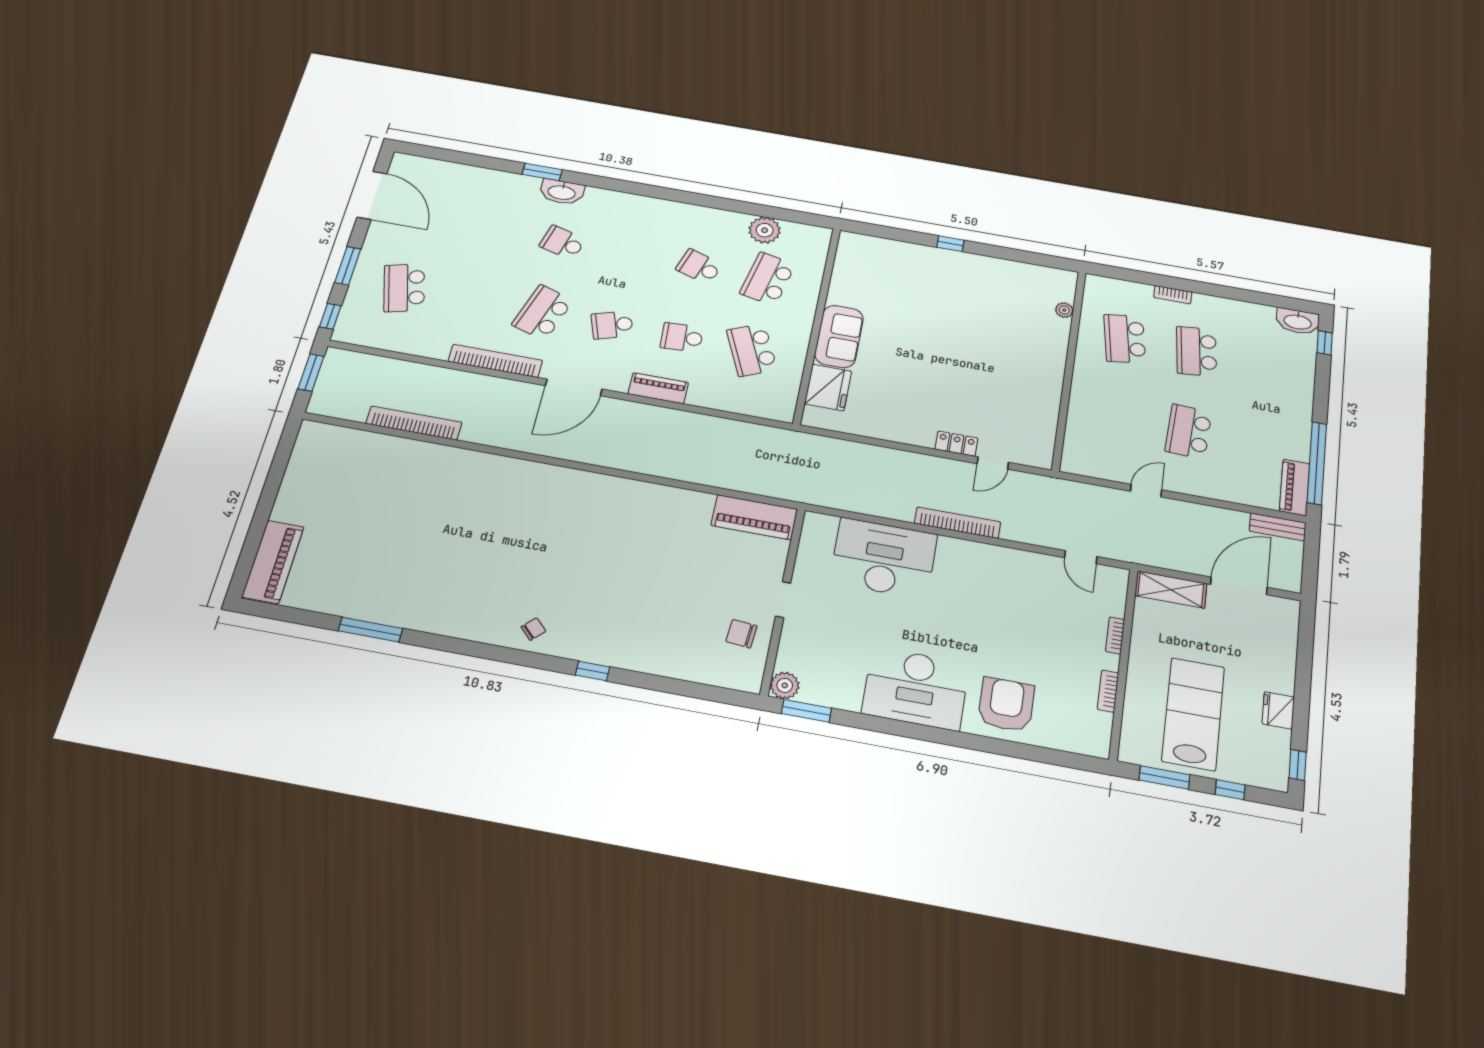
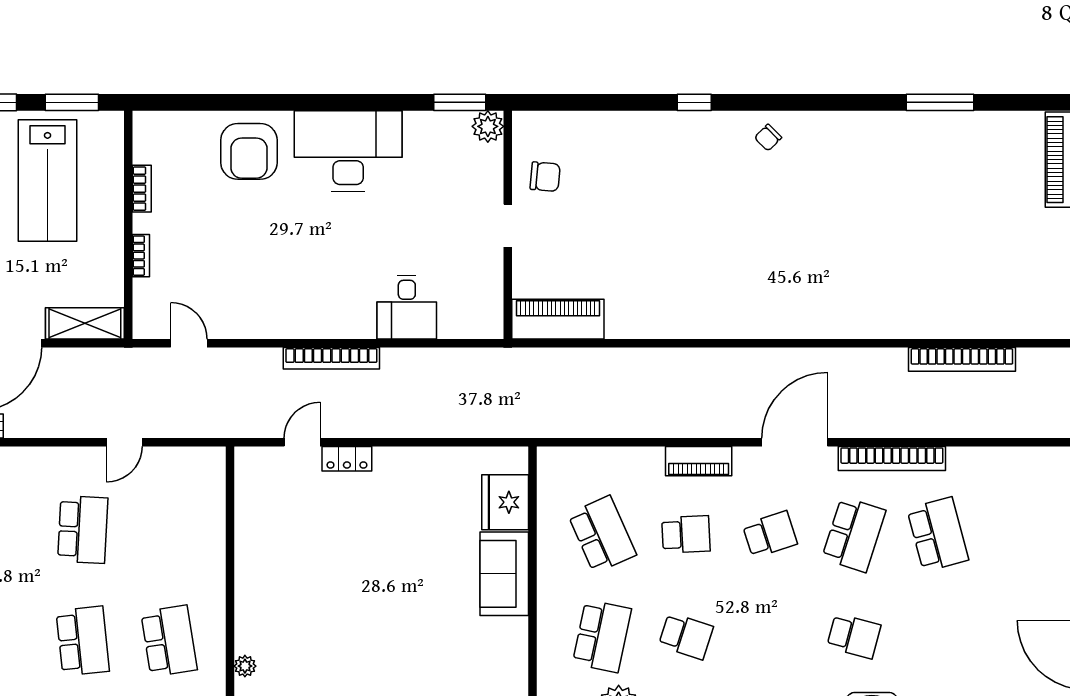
school desk: (404, 288) -> (938, 534), moved
desk: (883, 558) -> (407, 307), width x0.53, depth x0.77

